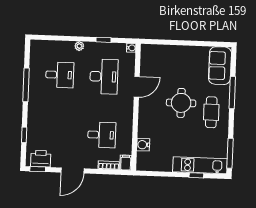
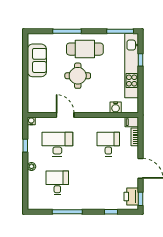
sofa: (220, 66) -> (37, 60), moved, turned -90
cafe table: (211, 112) -> (85, 49), width x1.37, depth x1.35
kitchen unit: (200, 165) -> (132, 66), width x1.36

